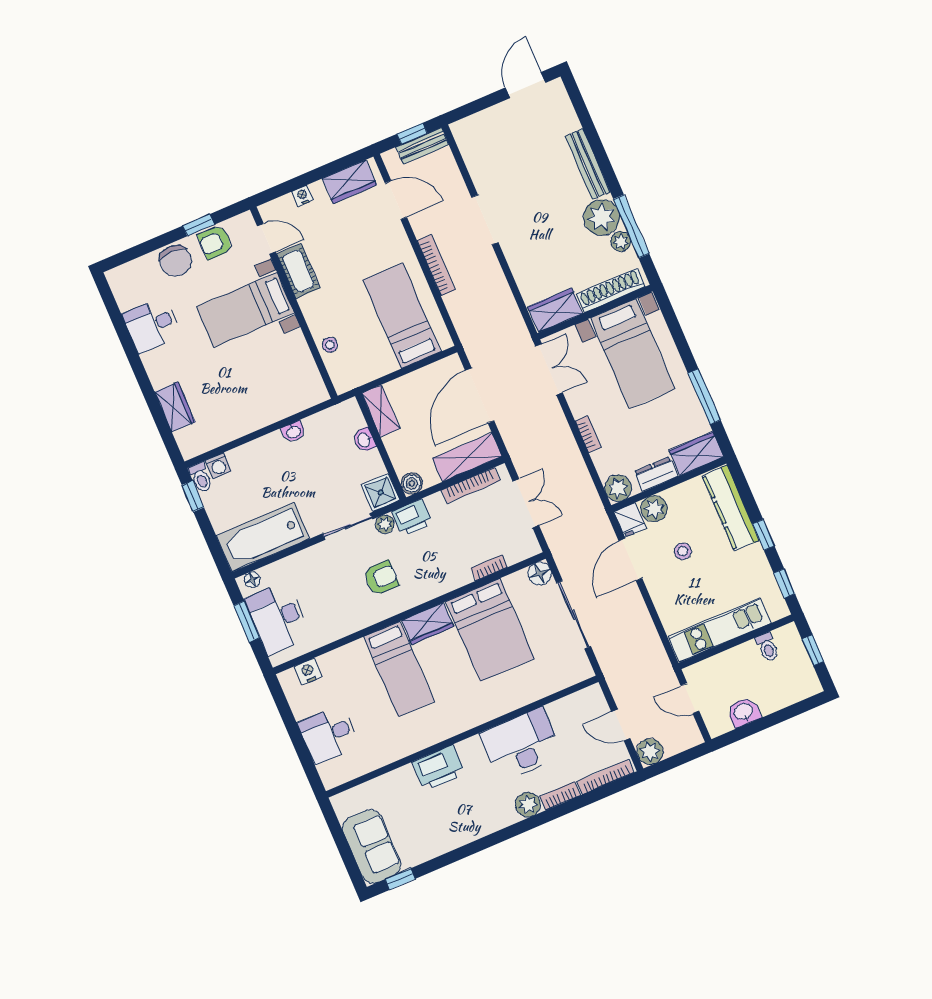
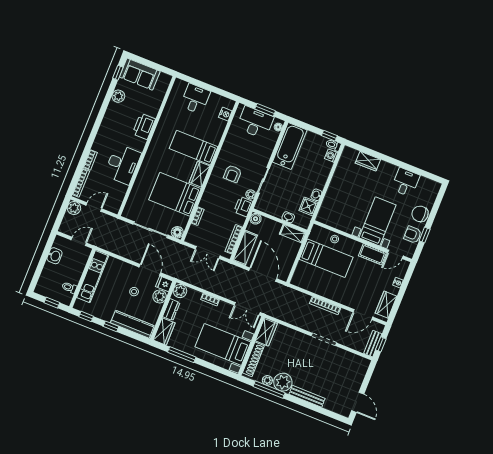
armchair: (215, 242) -> (413, 235), turned -90
bed: (402, 316) -> (326, 258), moved
shower: (381, 493) -> (309, 206), moved
plant: (528, 805) -> (118, 96), moved

